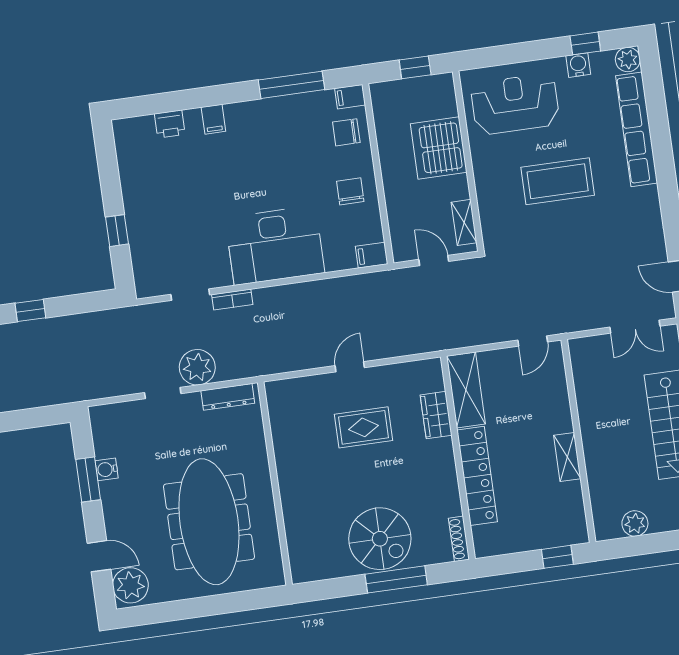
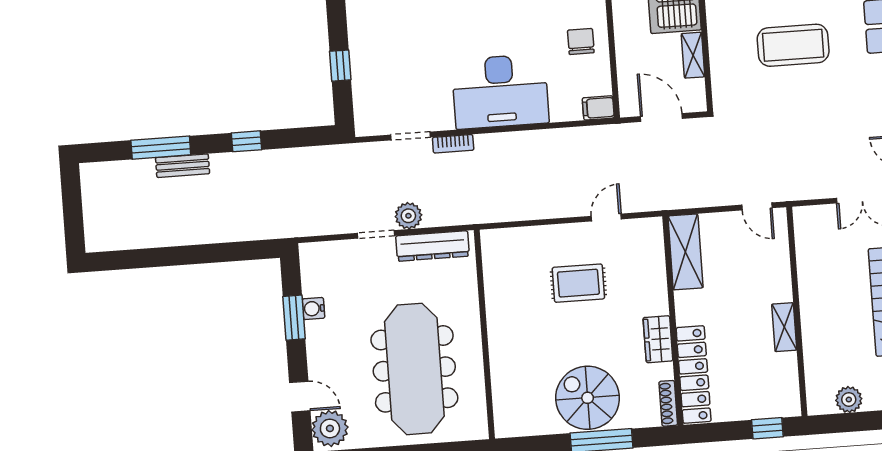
shelving: (464, 222) -> (693, 55), moved
door: (434, 260) -> (661, 118), width x1.38
door: (533, 341) -> (757, 206), hinge flipped
plant: (197, 367) -> (408, 216), width x0.73, depth x0.73
door: (350, 367) -> (606, 218), moved
dresser: (228, 397) -> (433, 246), width x1.37, depth x1.24
wardrobe: (436, 415) -> (658, 339), moved
locker: (477, 476) -> (694, 375), moved
spiral stairs: (380, 539) -> (588, 398), turned 180

